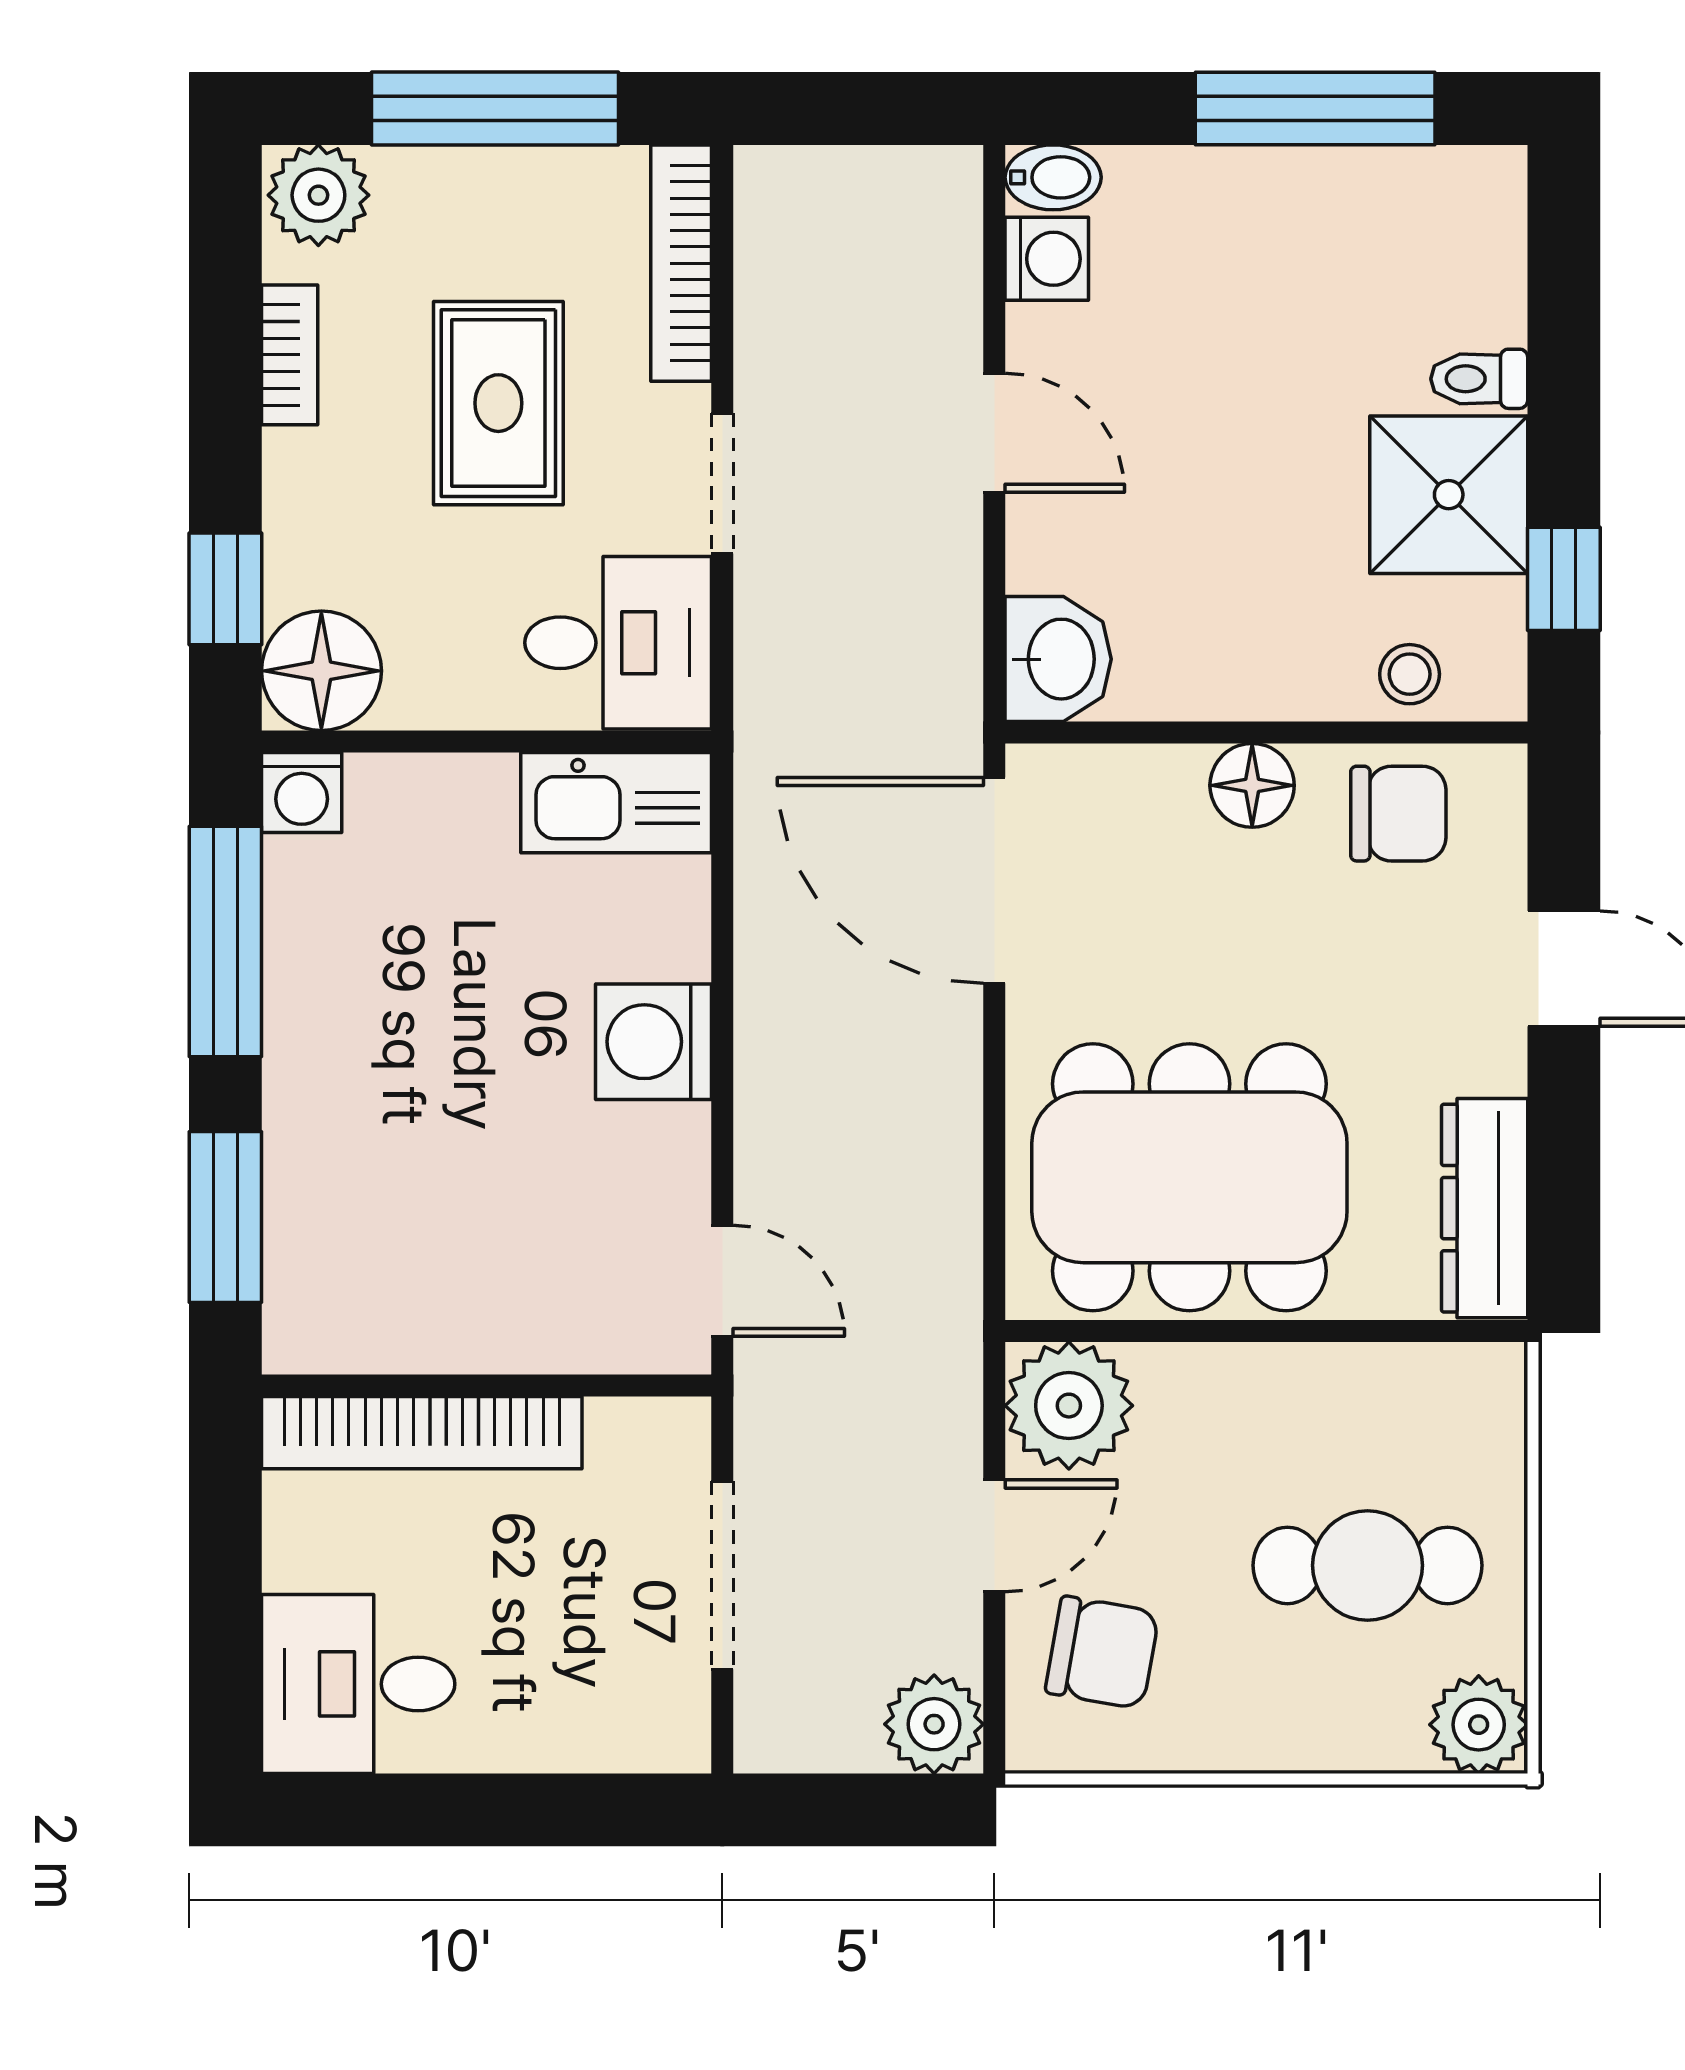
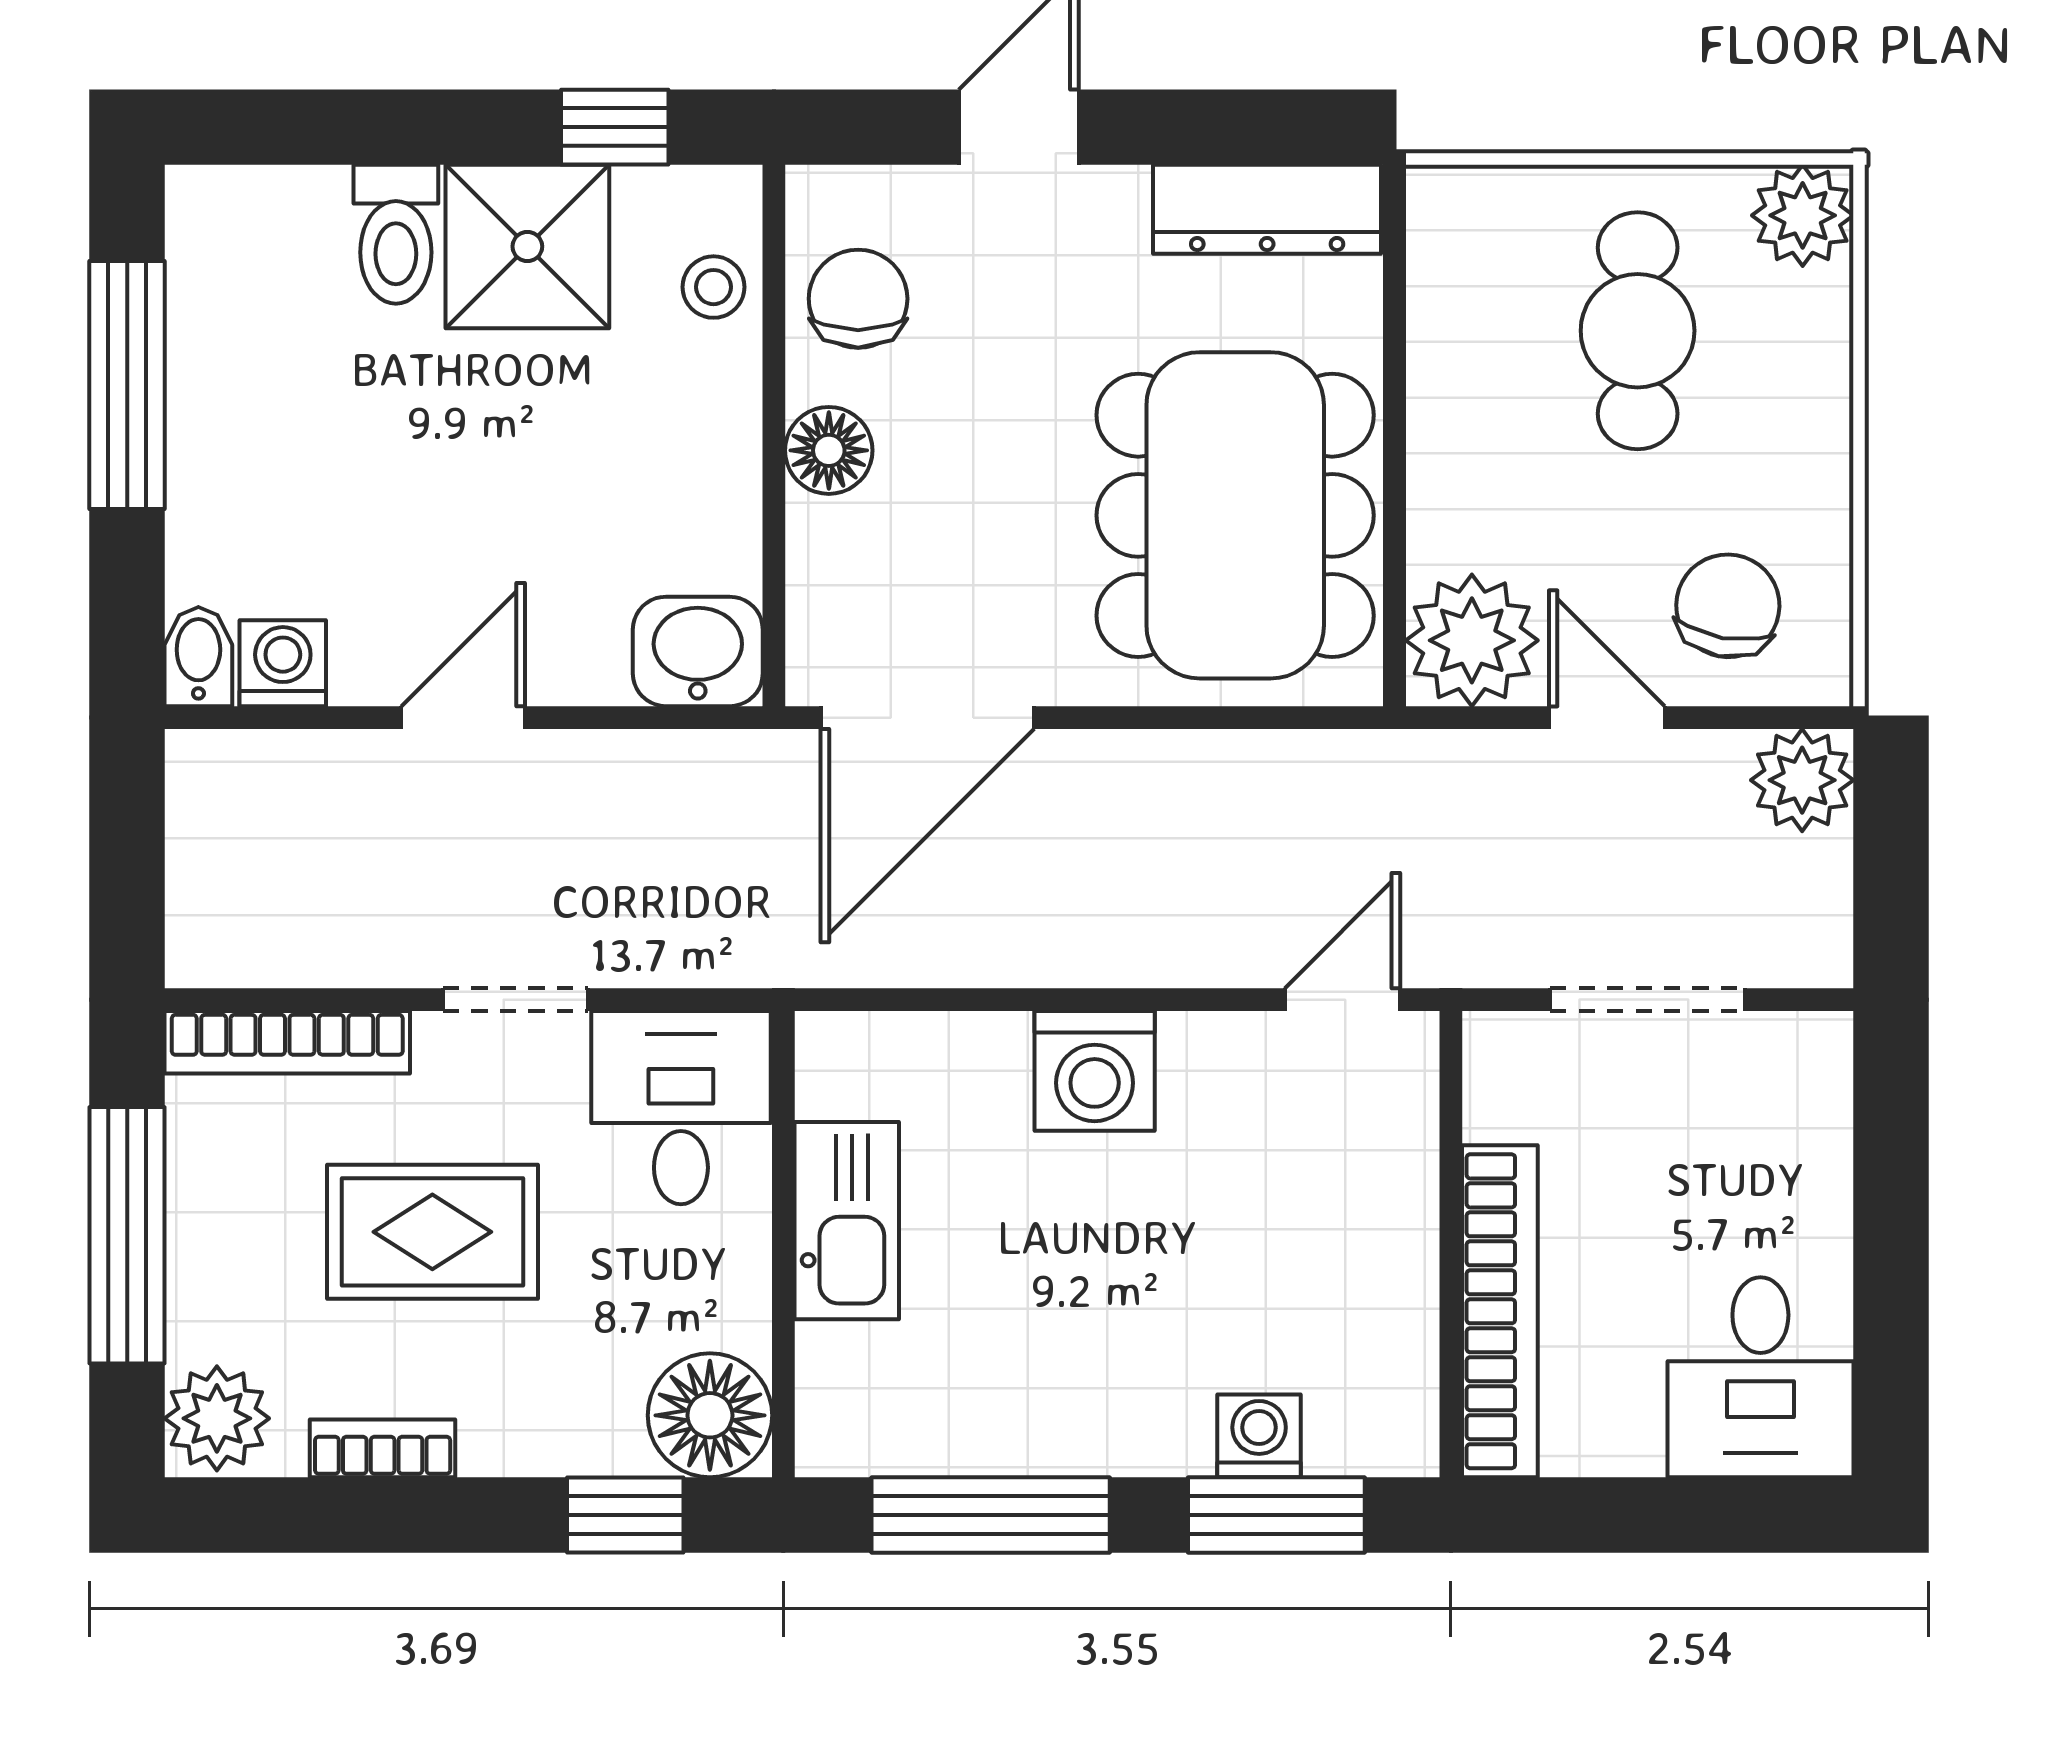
toilet: (1479, 379) -> (396, 234), width x1.37, depth x1.39
washing machine: (302, 792) -> (1259, 1436), moved, turned -90
kitchen sink: (616, 803) -> (847, 1221), moved

